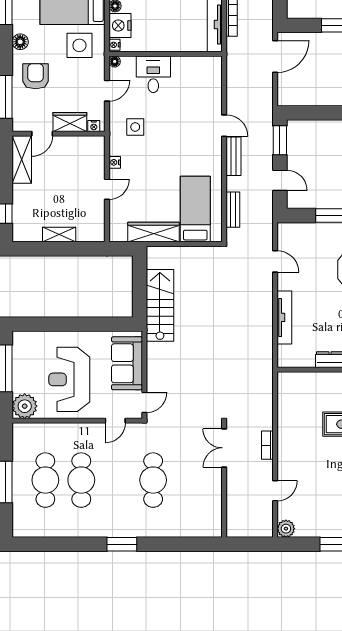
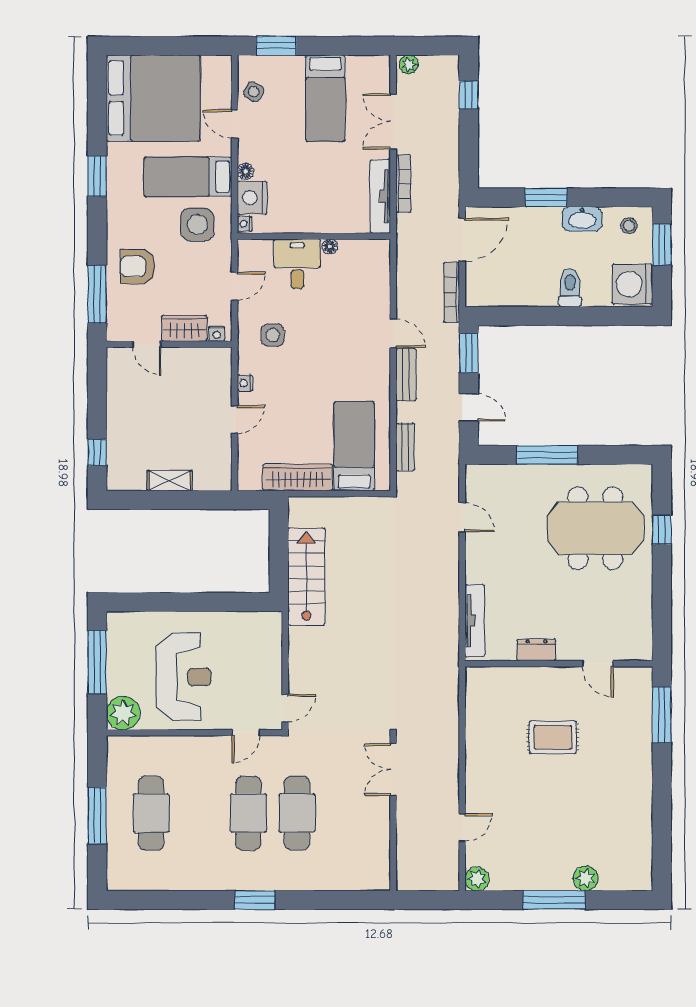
floor lamp: (20, 42) -> (117, 220), removed
floor lamp: (115, 61) -> (330, 246), moved
armchair: (36, 76) -> (138, 266), turned -90
door: (42, 134) -> (147, 344), hinge flipped
shelving: (22, 160) -> (119, 379), removed
tv unit: (284, 317) -> (475, 621), moved
sofa: (127, 363) -> (262, 655), removed
reception desk: (69, 379) -> (184, 677), turned 180
bookcase: (267, 445) -> (452, 292), moved, width x1.56
cafe table: (81, 480) -> (248, 813), moved

